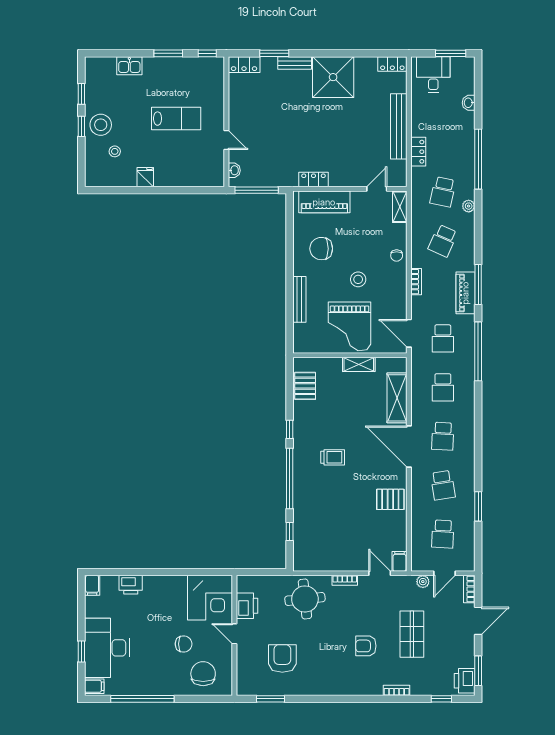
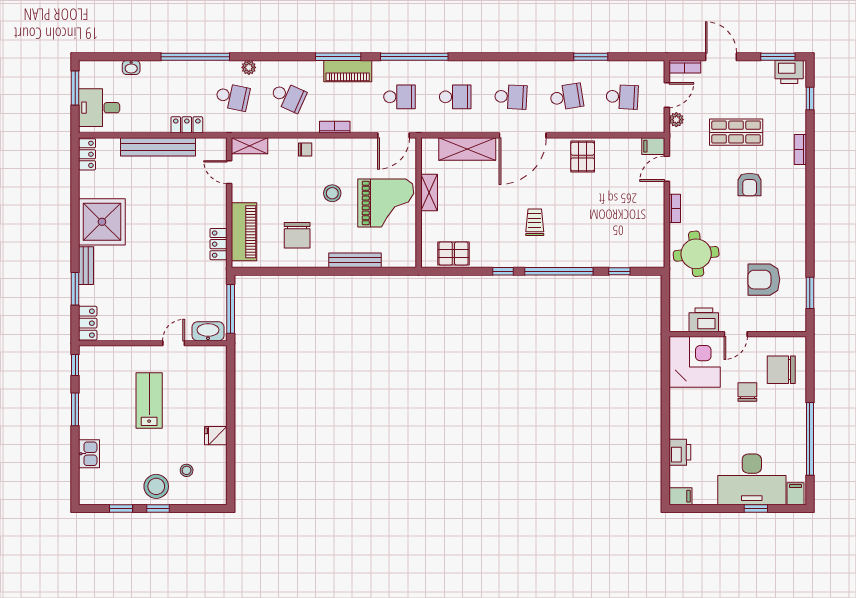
washbasin: (234, 170) -> (208, 331), width x1.91, depth x1.45
door: (444, 573) -> (667, 95), hinge flipped

